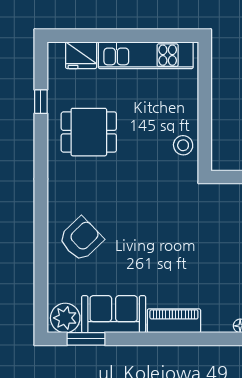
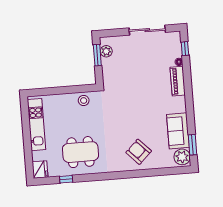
fridge: (81, 55) -> (40, 170), moved
dining table: (89, 132) -> (81, 152), width x1.38
piano: (174, 321) -> (178, 81), moved

